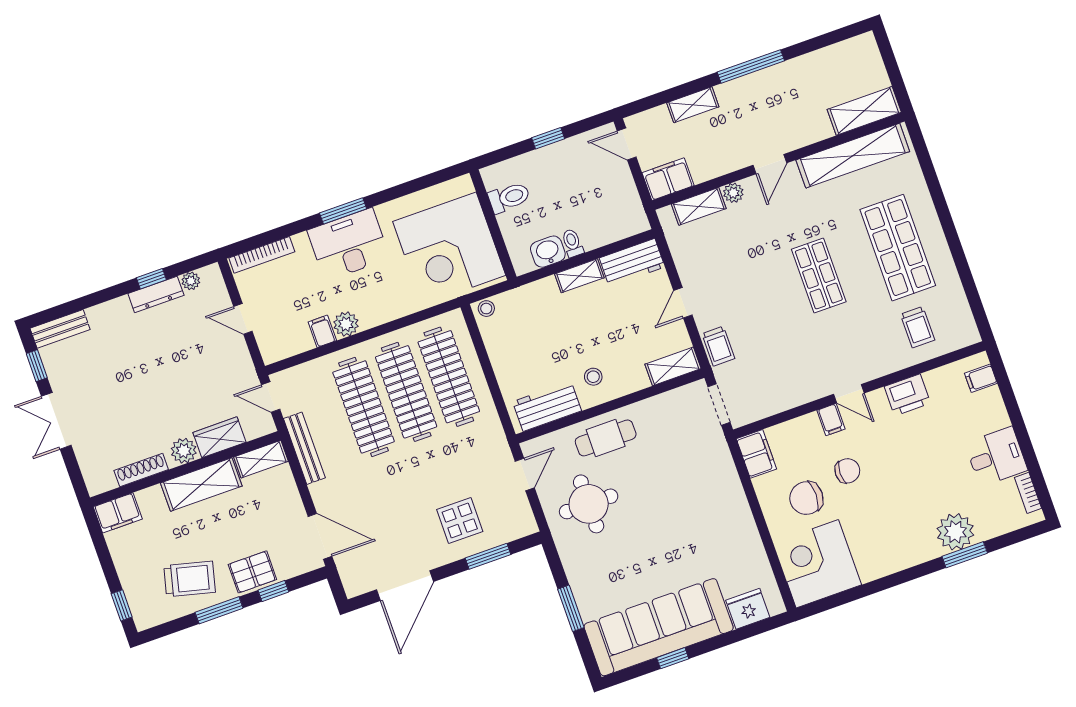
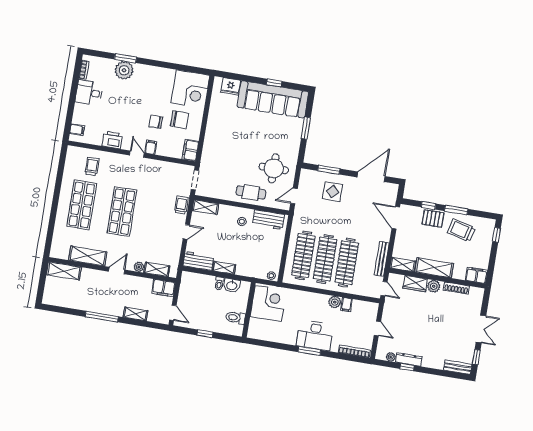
shelving: (853, 156) -> (88, 256), width x0.68
corner desk: (449, 248) -> (268, 303), width x0.74, depth x0.74
shop shelf: (819, 276) -> (122, 212), width x1.43, depth x1.36

